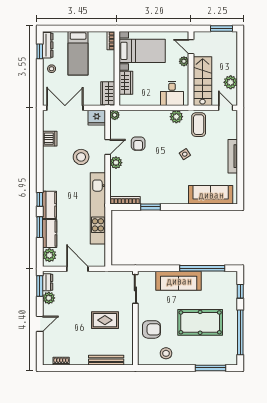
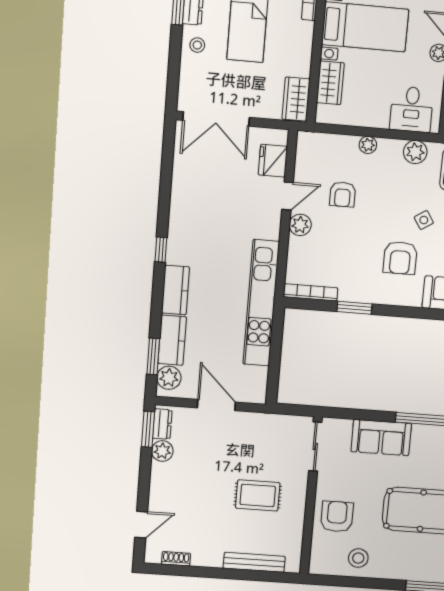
double door: (65, 108) -> (216, 119), swing flipped
plant: (115, 115) -> (368, 145), moved
fridge: (97, 118) -> (273, 161), moved, turned 90
dishwasher: (50, 139) -> (185, 172), removed
stool: (81, 157) -> (239, 210), removed
armchair: (174, 177) -> (400, 258), added
window: (40, 199) -> (161, 250), moved
window: (40, 227) -> (153, 356), moved
sofa: (179, 281) -> (381, 438), width x0.73
door: (40, 324) -> (141, 525), moved
armchair: (151, 329) -> (337, 517), turned -90

